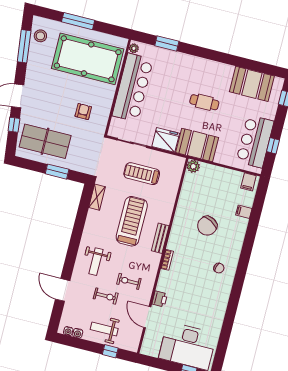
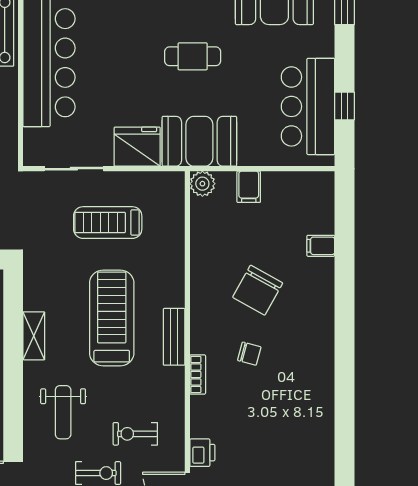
filing cabinet: (248, 182) -> (249, 187), moved
shelving: (97, 197) -> (34, 336), moved
chair: (219, 268) -> (249, 354), moved

